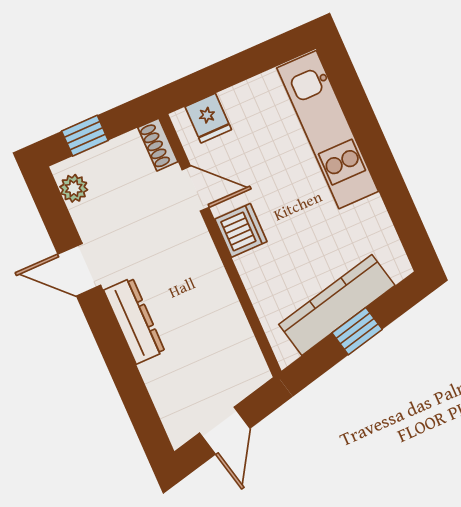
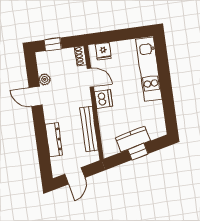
plant: (74, 188) -> (45, 79), moved
kitchen counter: (337, 305) -> (133, 139), width x0.67
bench: (227, 311) -> (89, 129), added
dresser: (134, 321) -> (54, 140), moved

